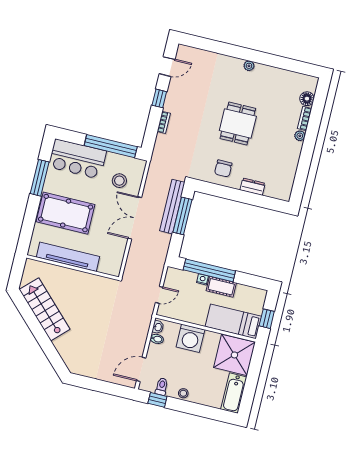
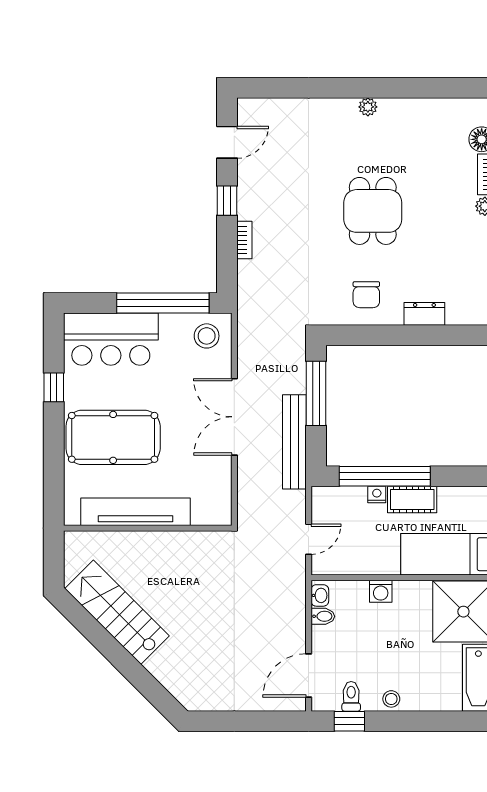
window: (40, 178) -> (54, 387), width x0.46
stool: (119, 181) -> (207, 336), moved
bench: (172, 207) -> (294, 442), moved
washing machine: (190, 338) -> (381, 591), width x0.53, depth x0.53

